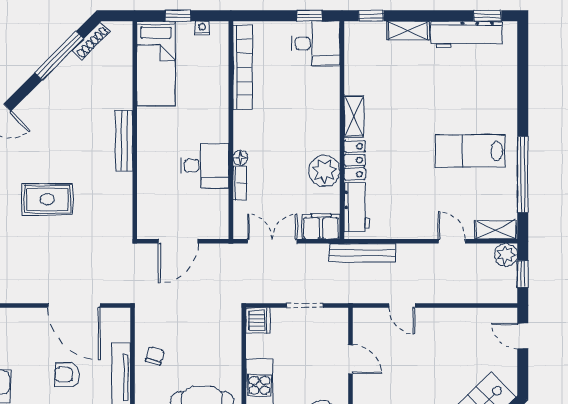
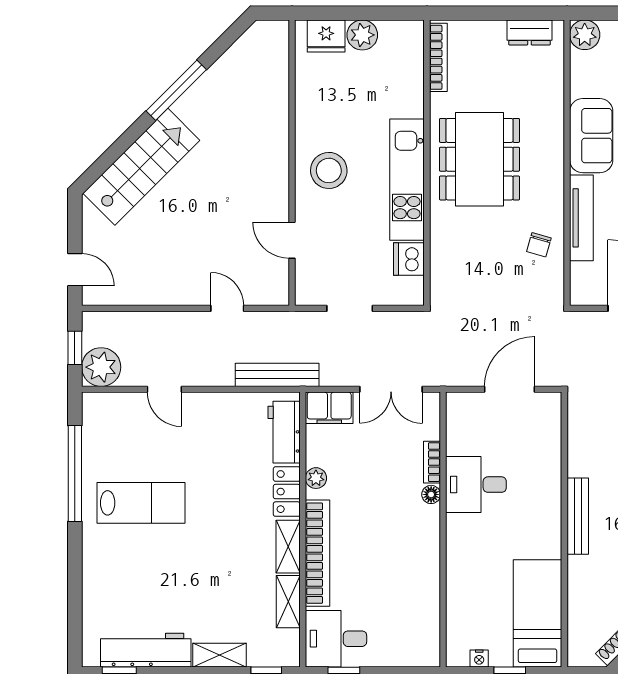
bookcase: (243, 67) -> (318, 553), moved, turned 180
plant: (324, 171) -> (316, 478), width x0.53, depth x0.53
shelving: (496, 230) -> (288, 602), moved, turned 90
plant: (506, 255) -> (101, 367), width x1.36, depth x1.36
dishwasher: (258, 320) -> (409, 259), moved

